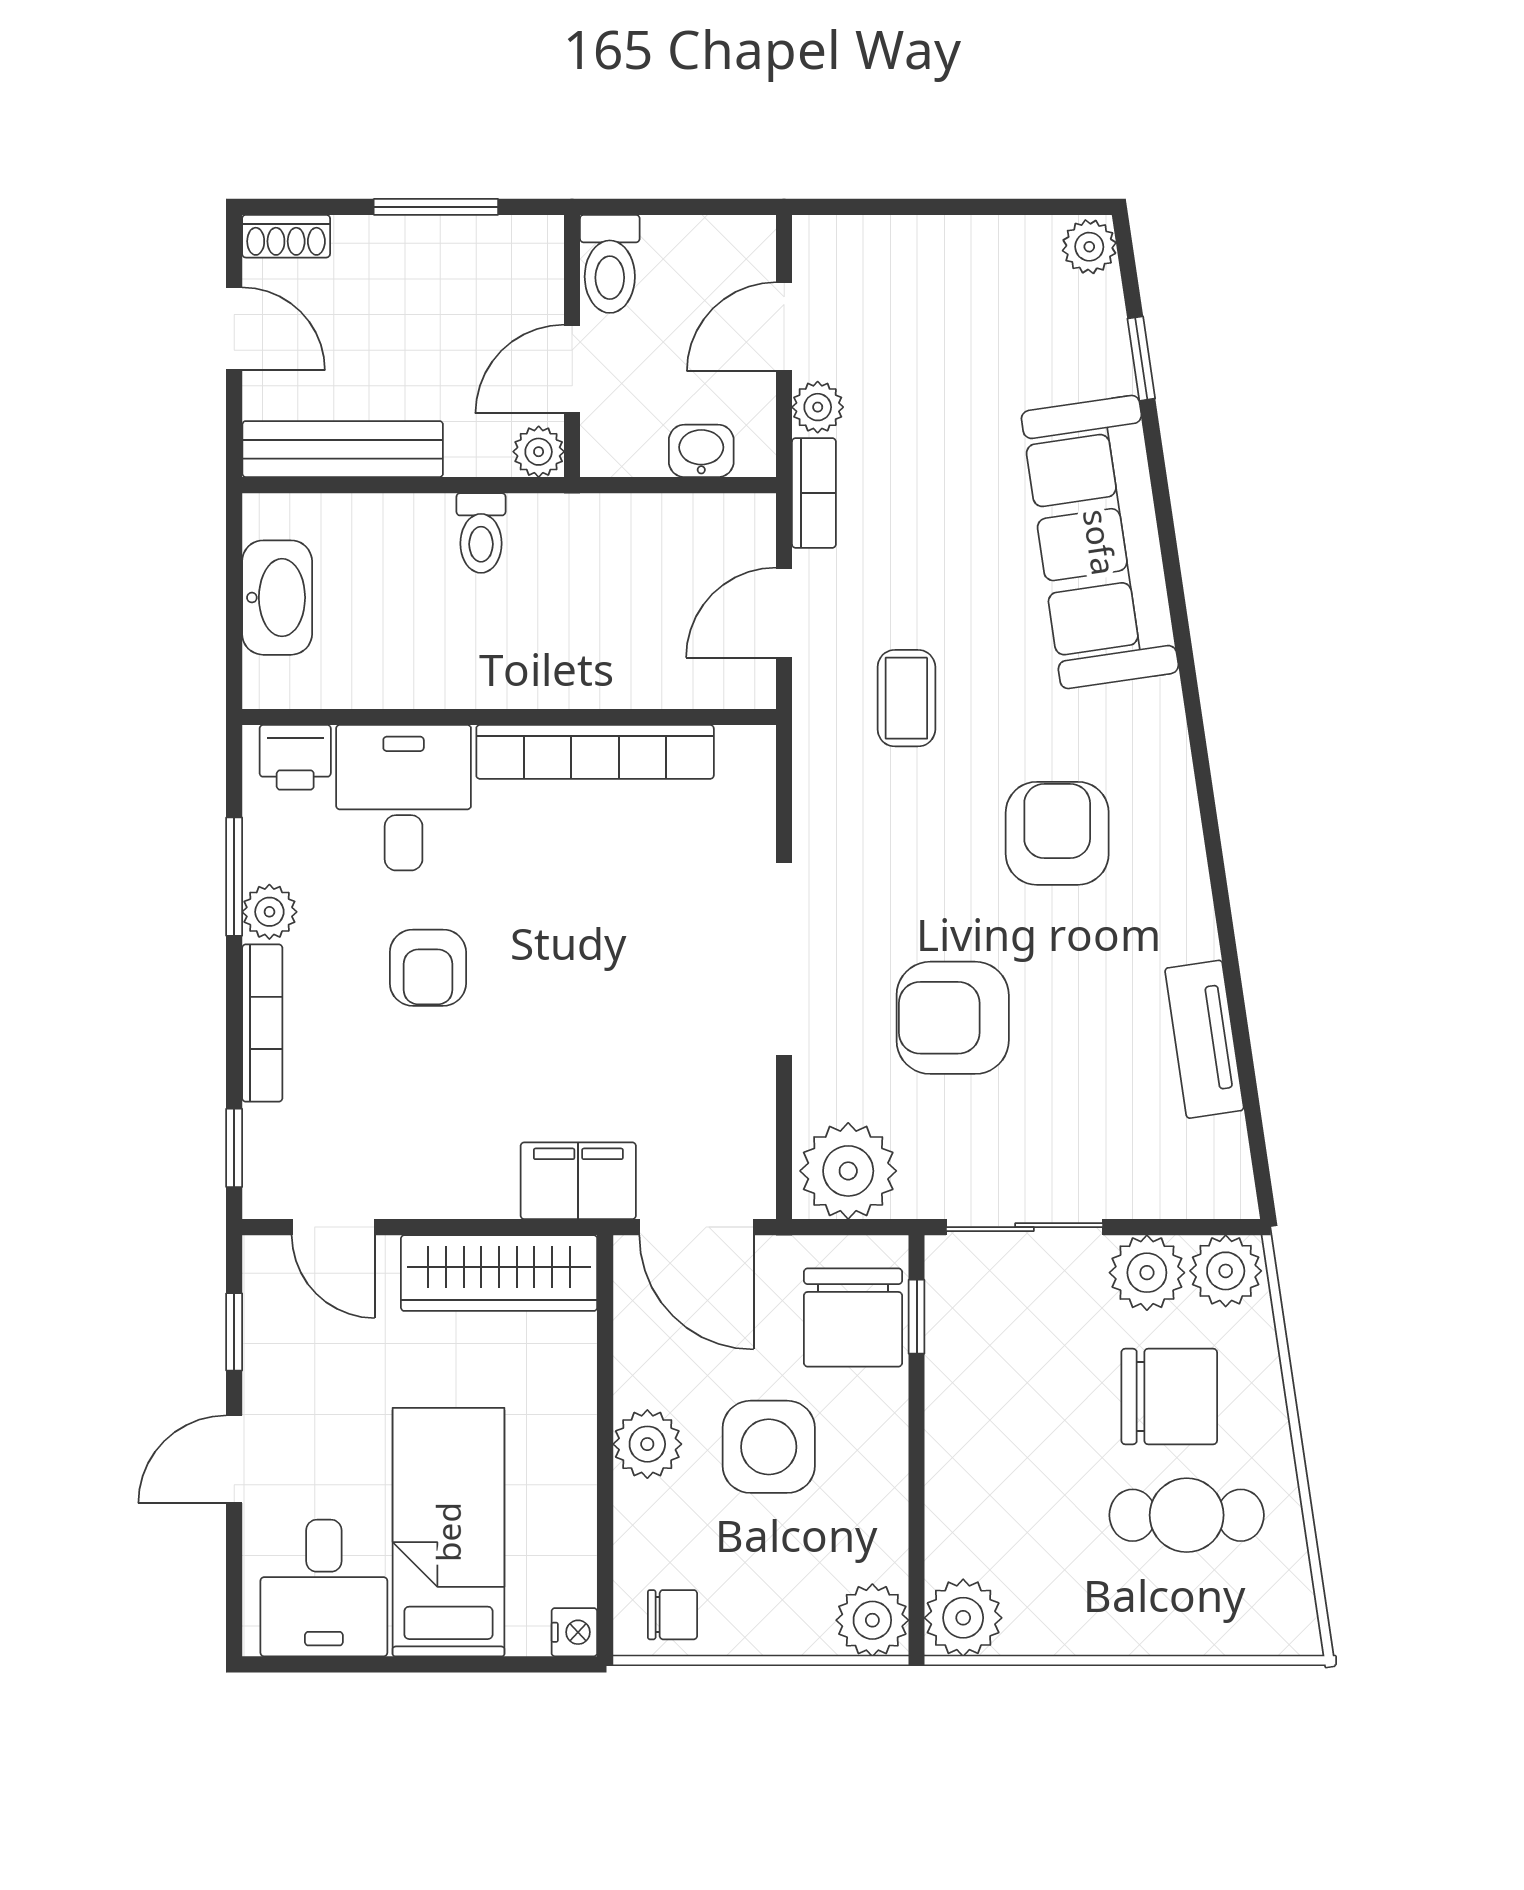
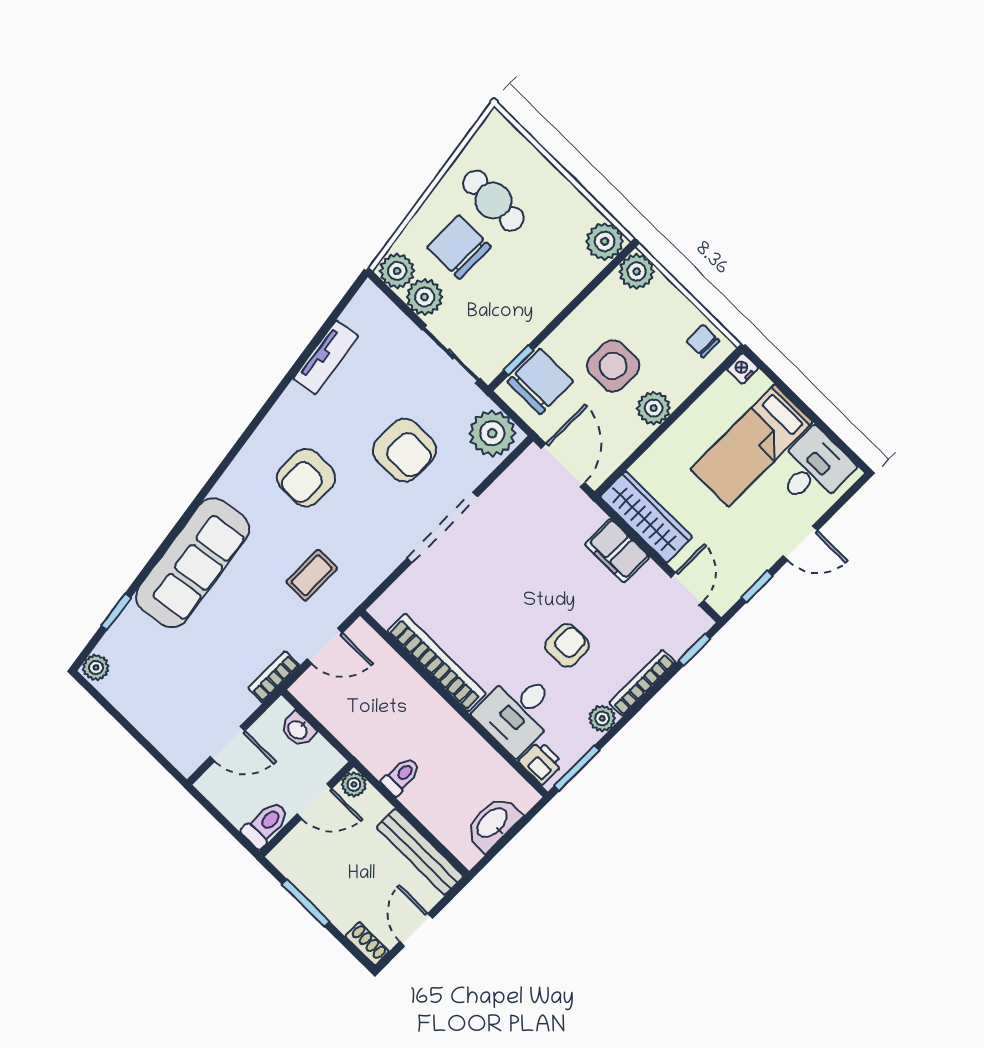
plant: (818, 407) -> (243, 705), removed
window: (234, 877) -> (577, 768), moved
filing cabinet: (578, 1181) -> (617, 551), moved

